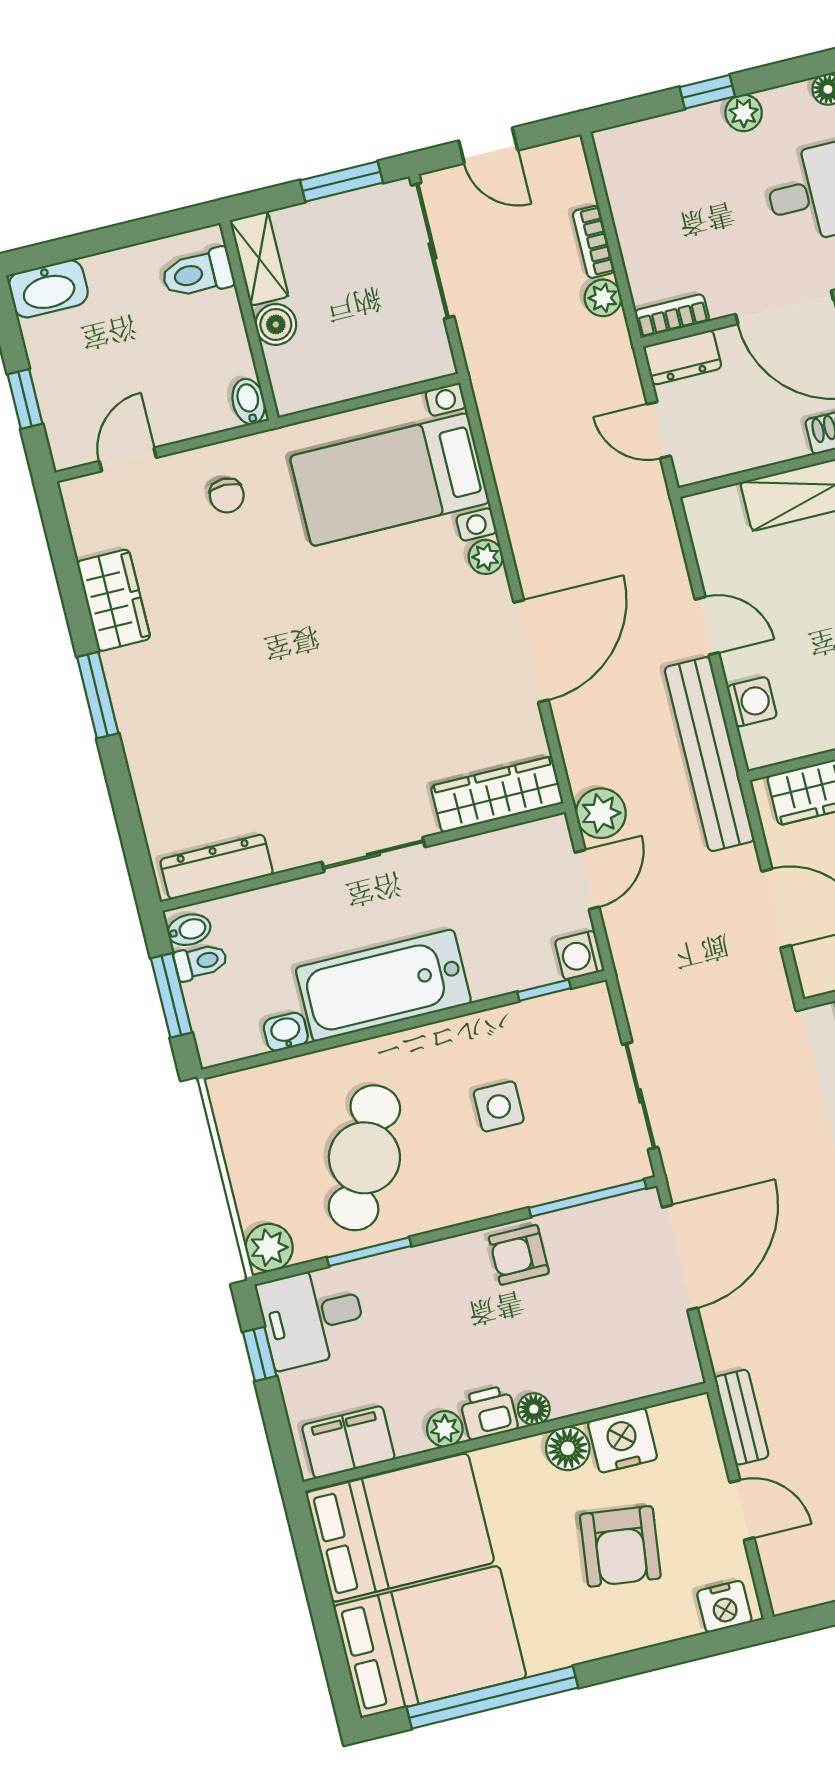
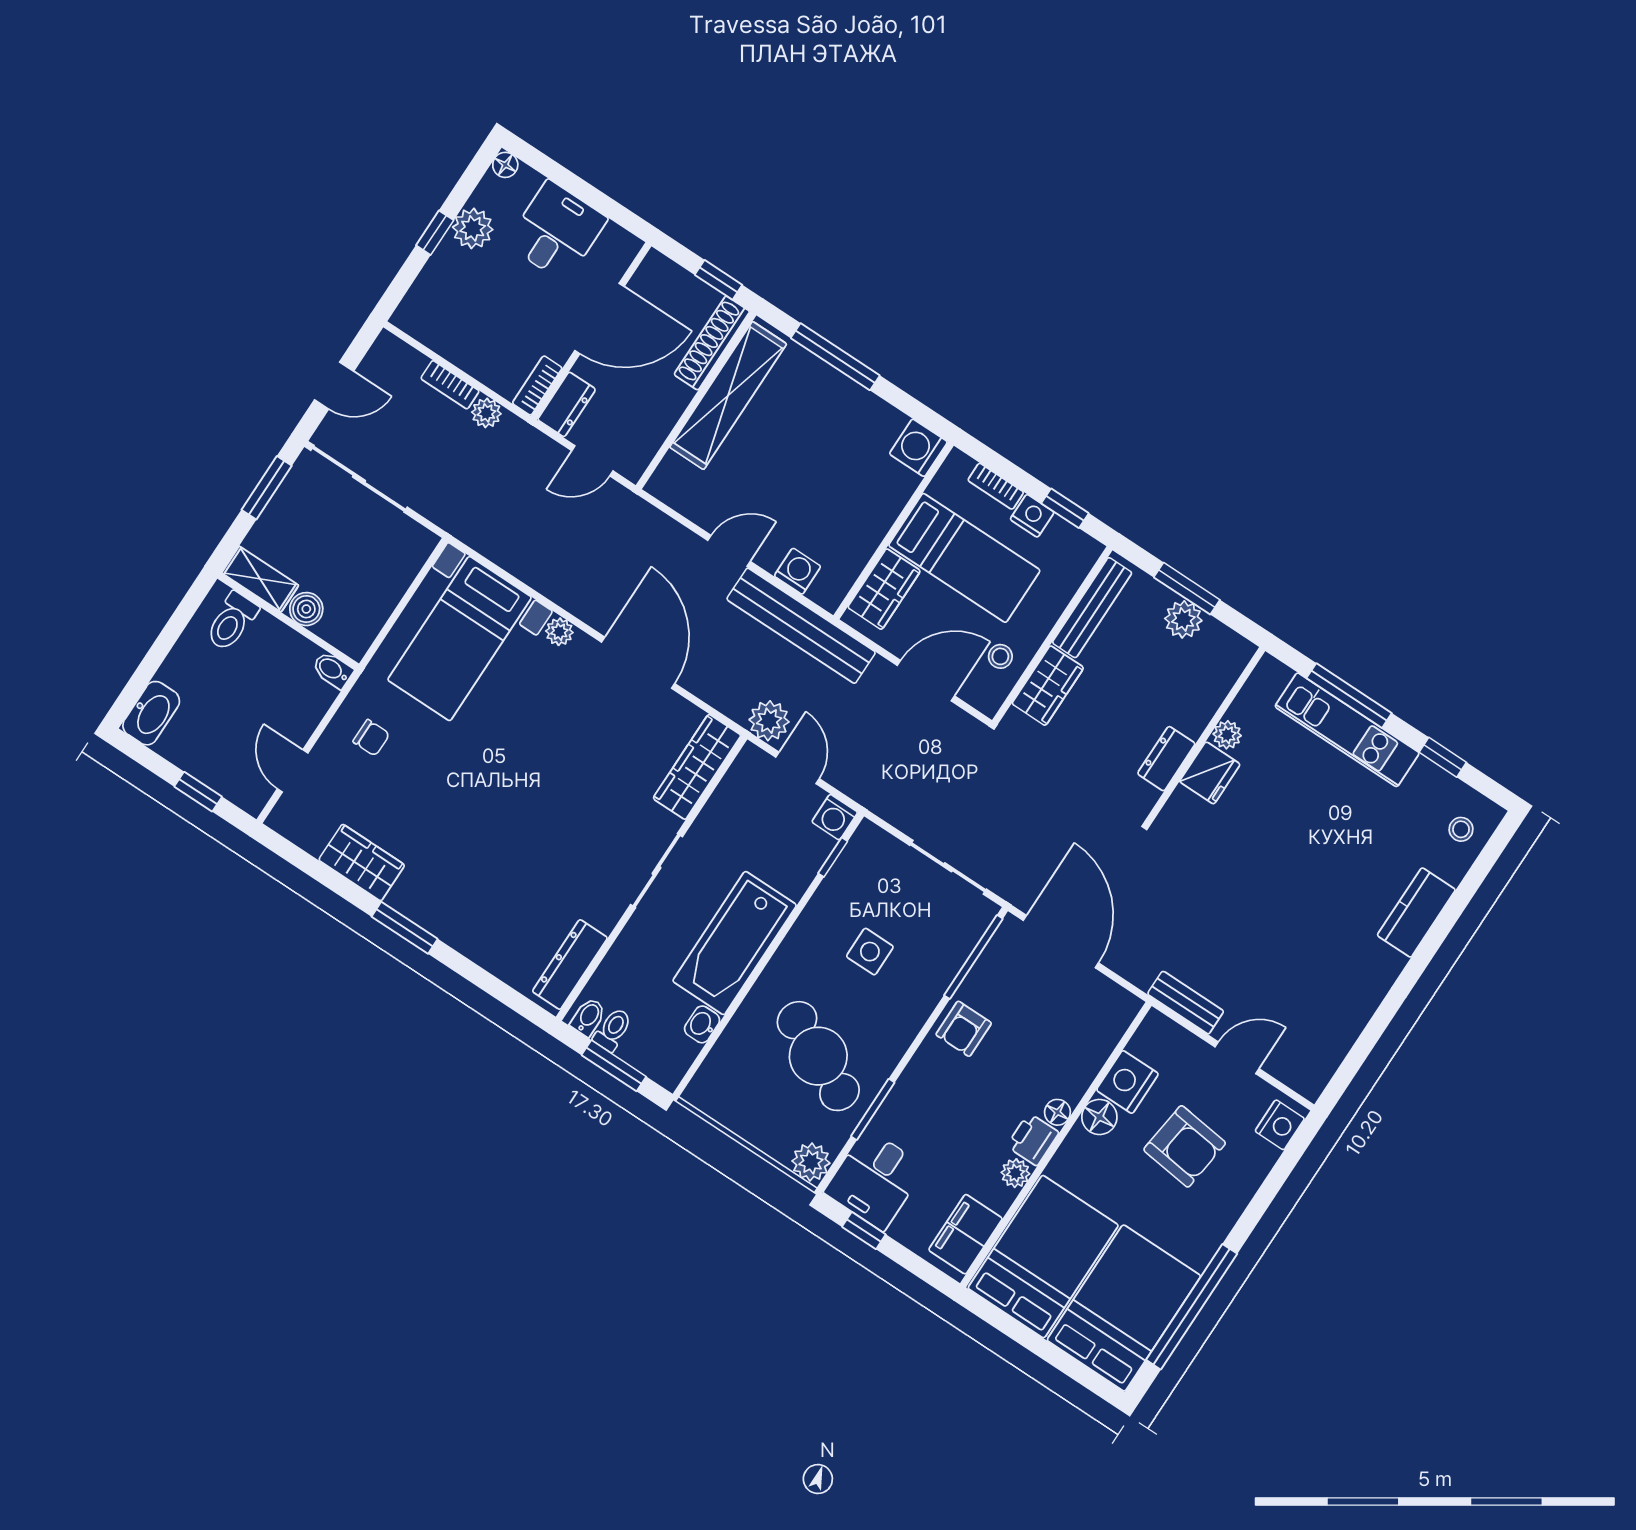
plant: (744, 113) -> (473, 228), width x1.38, depth x1.38

